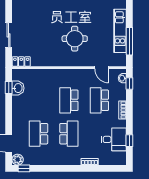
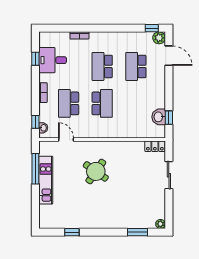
round table: (75, 39) -> (96, 171), turned 35
school desk: (99, 100) -> (69, 103), turned 180
school desk: (38, 134) -> (136, 66), turned 180

